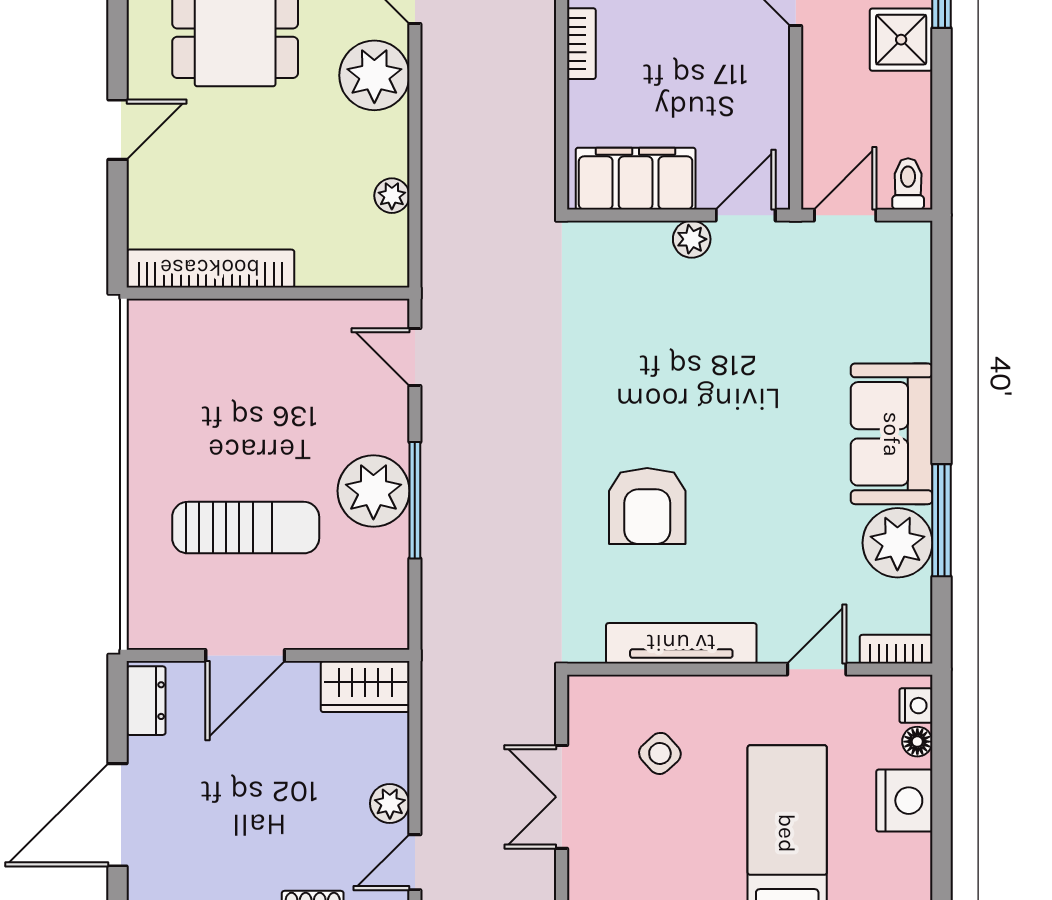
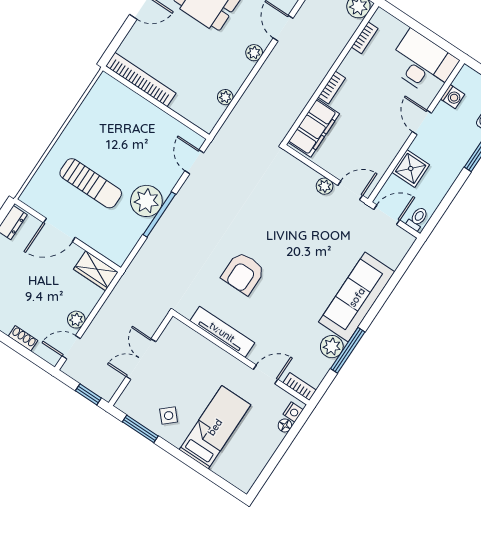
shower: (901, 40) -> (411, 168), moved
plant: (374, 75) -> (254, 53), width x0.53, depth x0.53
filing cabinet: (636, 179) -> (314, 128), moved, turned 90
sofa: (892, 434) -> (357, 297), width x1.36
plant: (897, 543) -> (332, 347), width x0.73, depth x0.73
side table: (660, 753) -> (169, 416), moved
nightstand: (904, 801) -> (266, 444), removed

